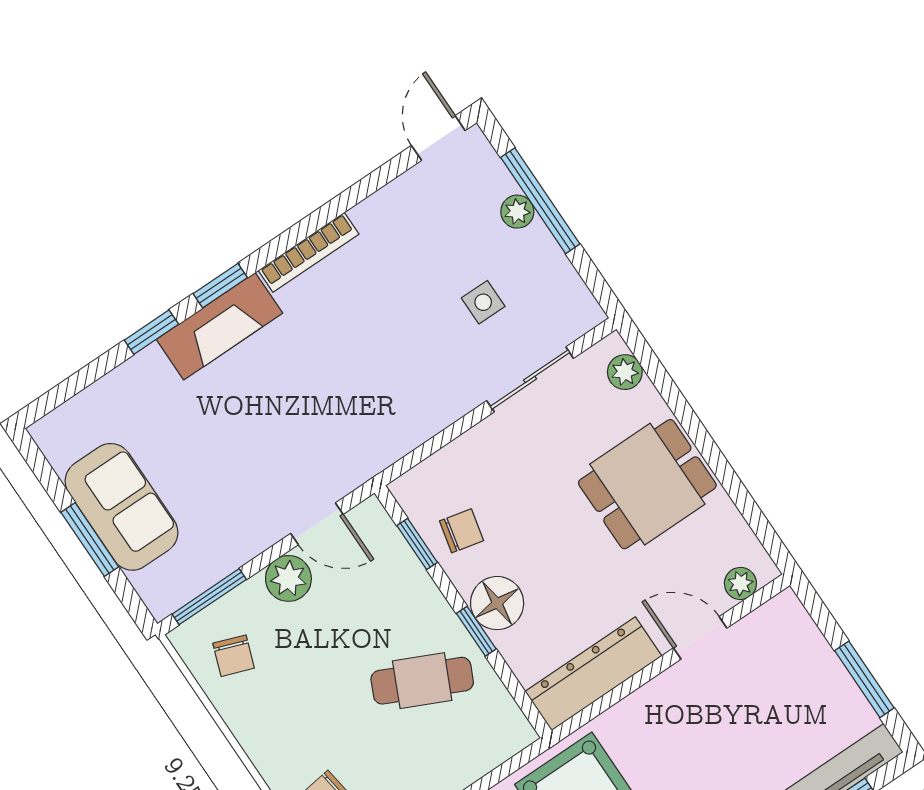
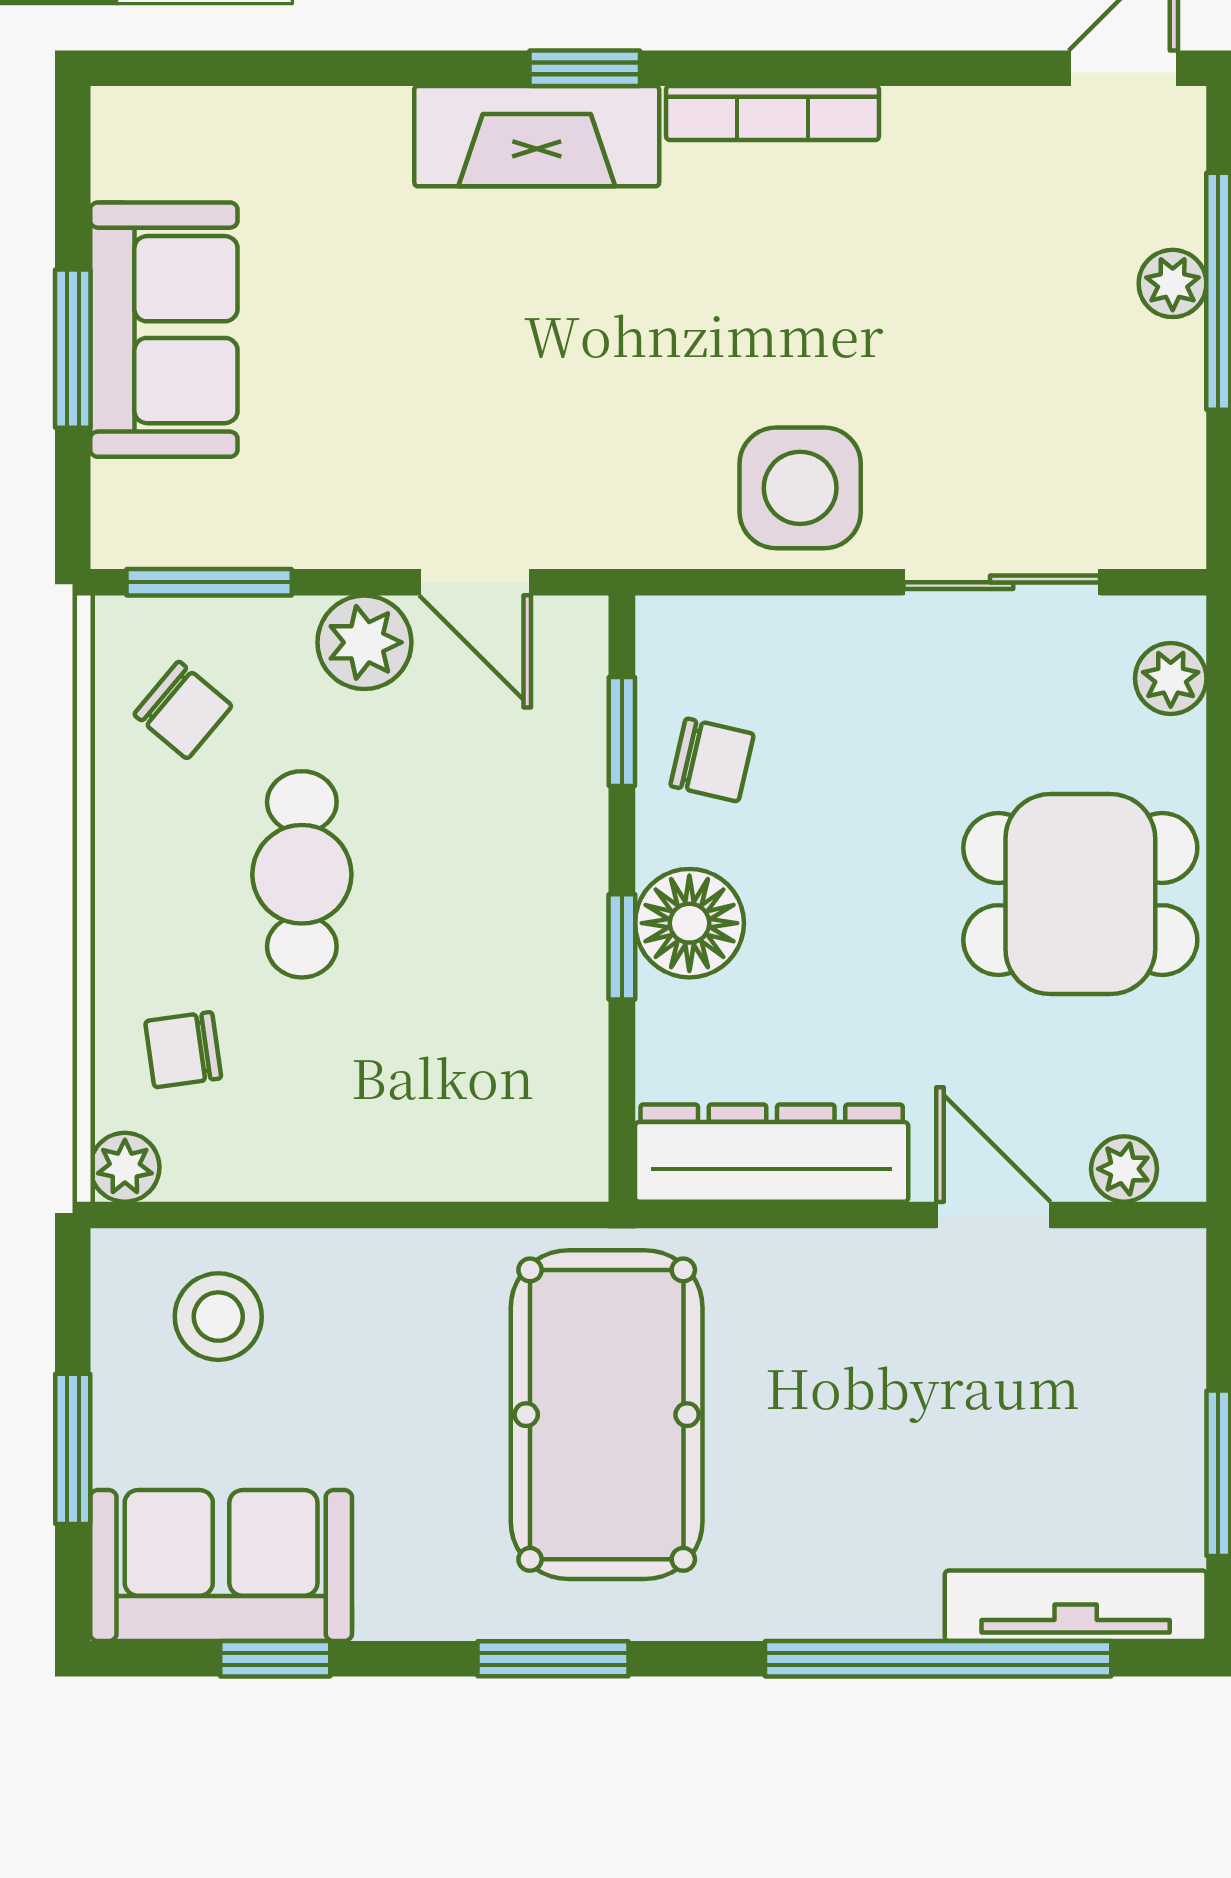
side table: (483, 302) -> (800, 488), moved, width x1.87, depth x1.87
window: (151, 332) -> (415, 68), removed
chair: (234, 656) -> (183, 710), turned -70
cafe table: (422, 681) -> (302, 874), moved, turned 65

